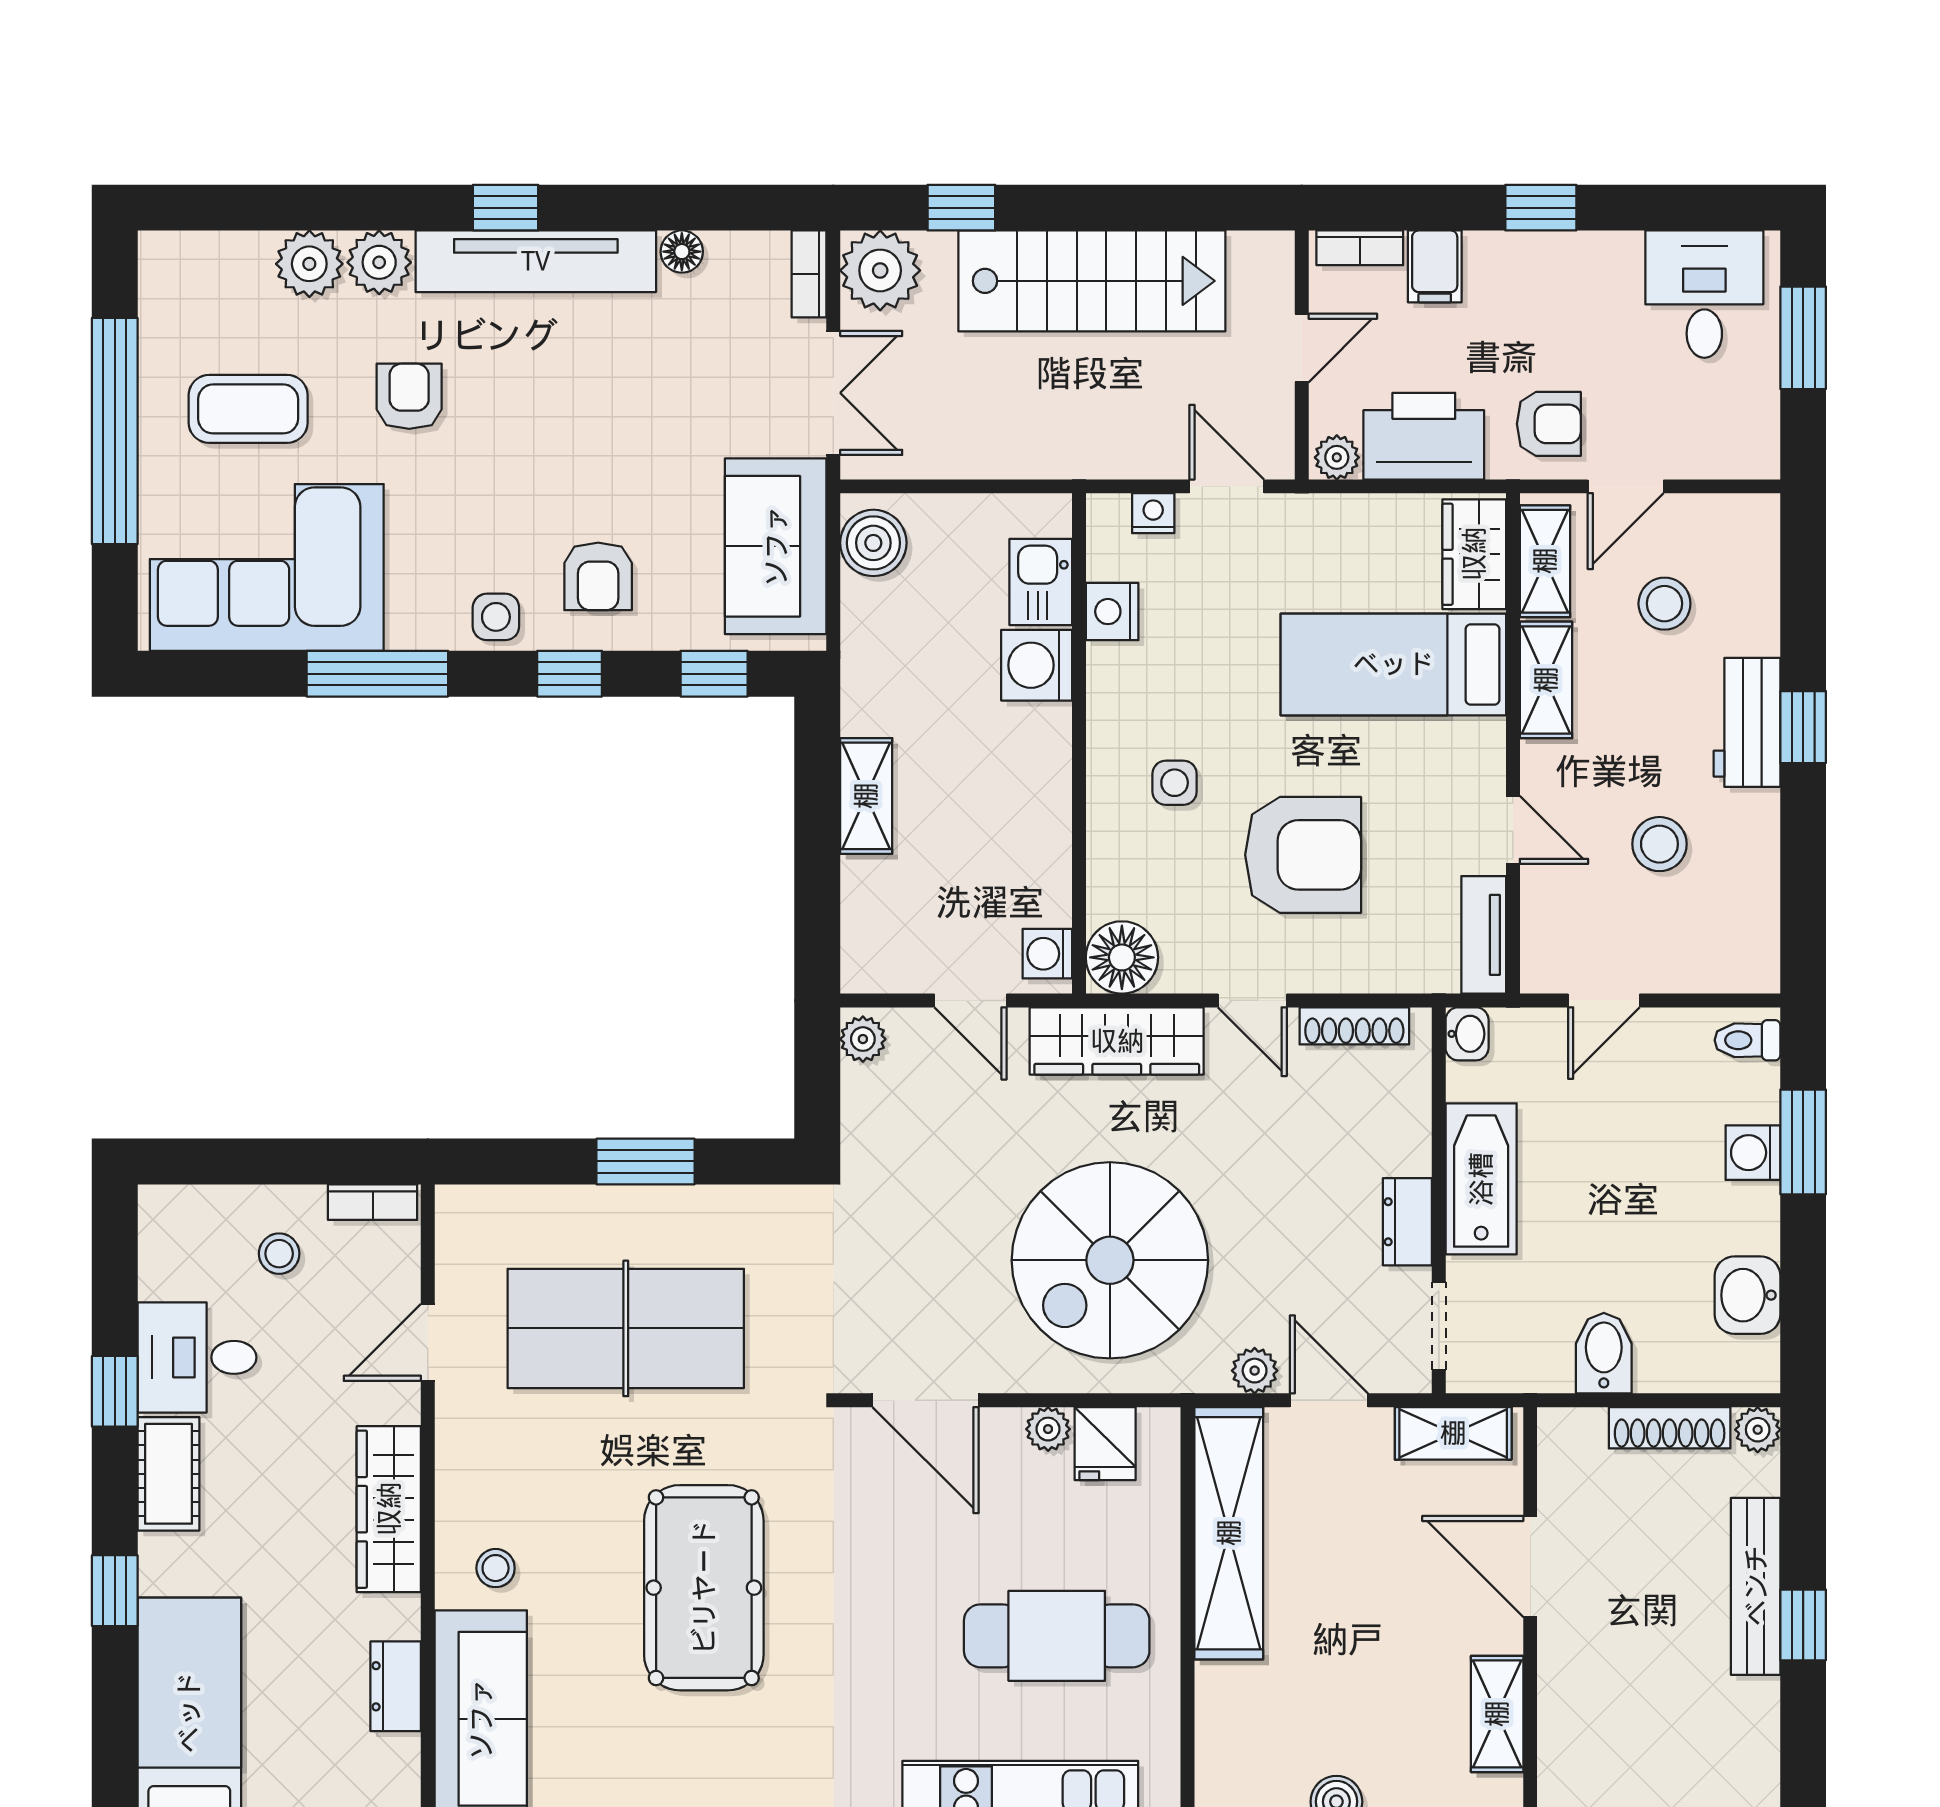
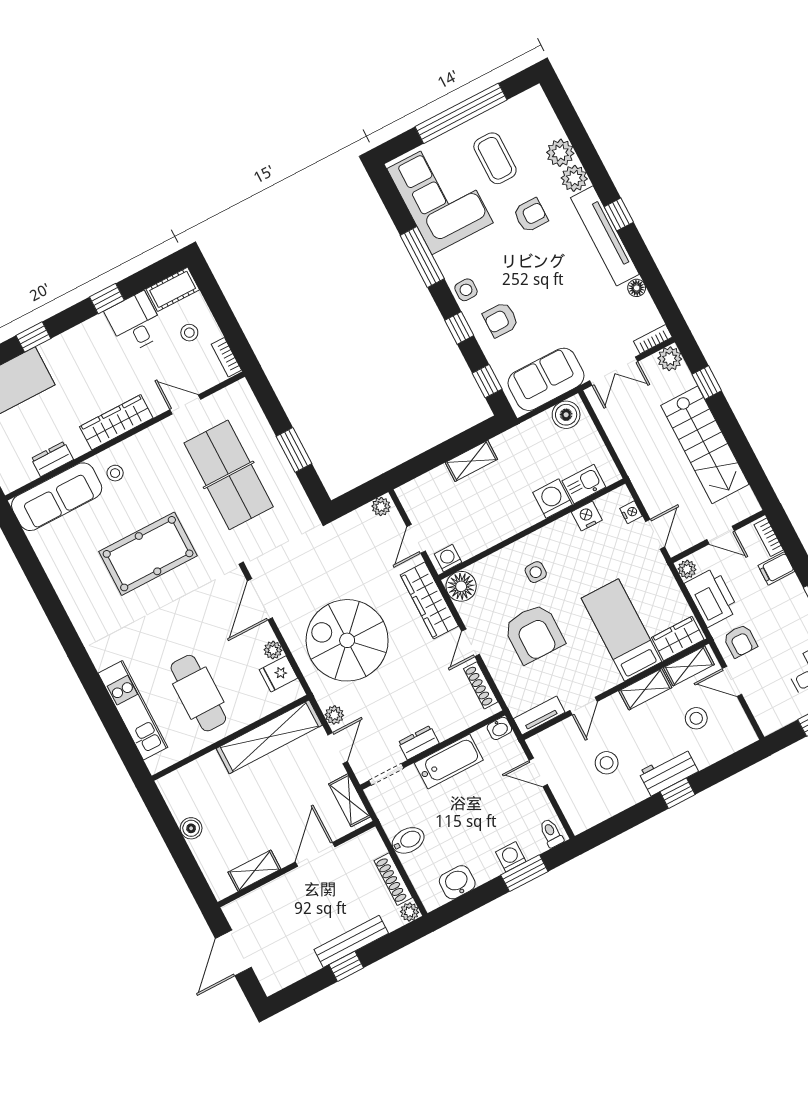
plant: (880, 270) -> (670, 359), width x0.73, depth x0.73
cot: (168, 1474) -> (173, 289), moved

